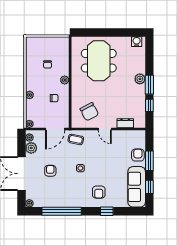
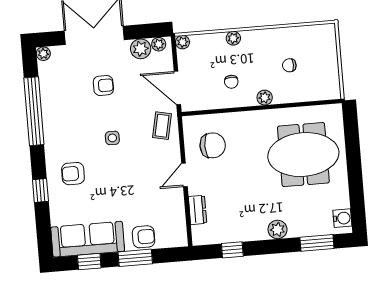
window: (149, 85) -> (317, 243), moved
chair: (89, 112) -> (213, 145), turned -152

